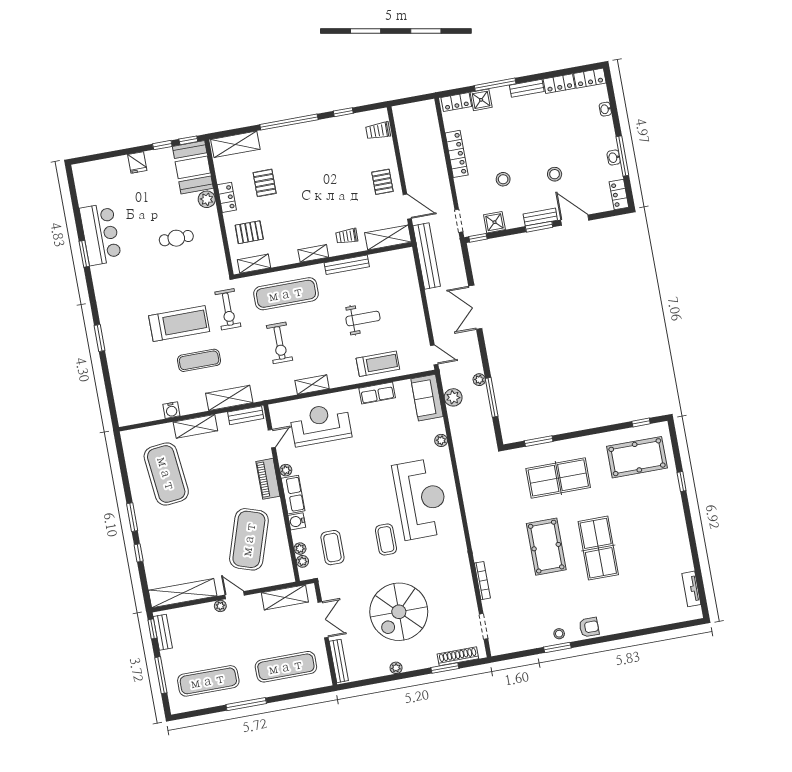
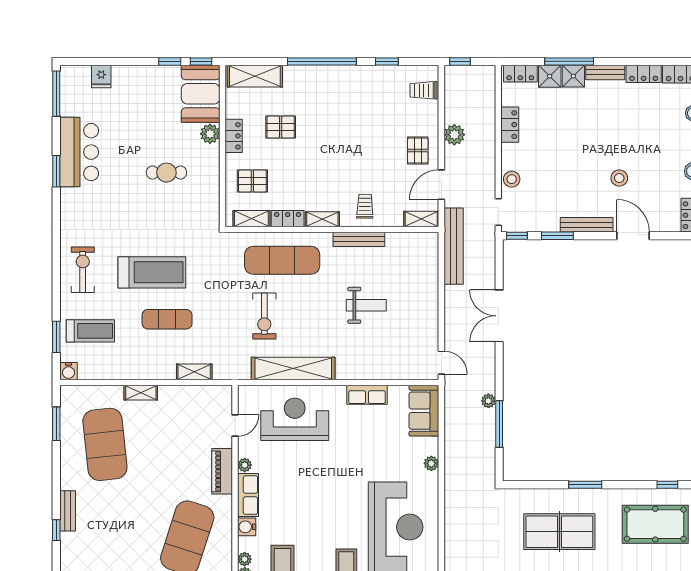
window: (404, 101) -> (460, 61), added
locker: (457, 154) -> (510, 125), width x0.66
fridge: (137, 163) -> (101, 76), moved
stool: (503, 179) -> (512, 179), moved
pallet: (265, 183) -> (281, 127), turned 90
window: (73, 189) -> (56, 94), added
door: (407, 207) -> (441, 185), swing flipped
bench: (540, 217) -> (587, 225), width x1.36
shower: (494, 222) -> (573, 76), moved
window: (539, 227) -> (557, 236), moved
trolley: (347, 236) -> (365, 206), turned 90
shelving: (388, 237) -> (421, 219), width x0.67, depth x0.75
locker: (284, 258) -> (288, 219), added
exercise bike: (228, 309) -> (83, 270), moved, turned 180
window: (100, 338) -> (56, 337), moved
treadmill: (378, 364) -> (90, 331), moved
shelving: (312, 385) -> (293, 368), width x2.20, depth x1.33
plant: (453, 397) -> (454, 135), moved
shelving: (229, 398) -> (194, 372), width x0.67, depth x0.75
water cooler: (171, 410) -> (69, 371), moved
bench: (246, 415) -> (68, 511), moved, turned 90
shelving: (195, 426) -> (141, 393), width x0.67, depth x0.75
window: (539, 441) -> (585, 485), moved
window: (132, 517) -> (56, 424), moved

